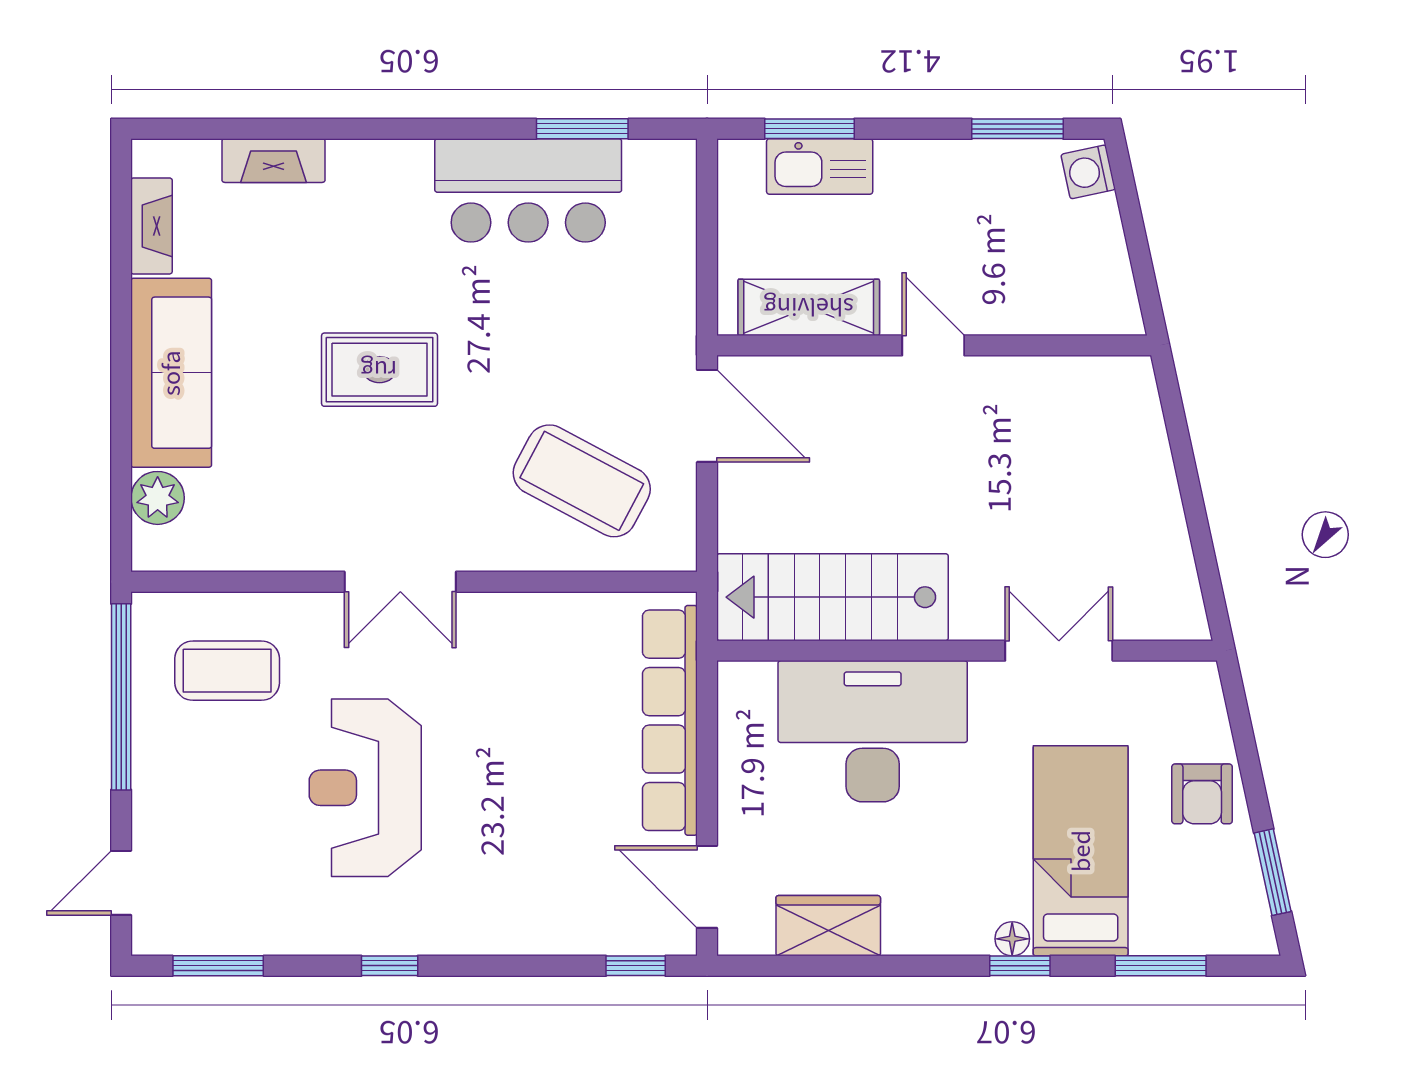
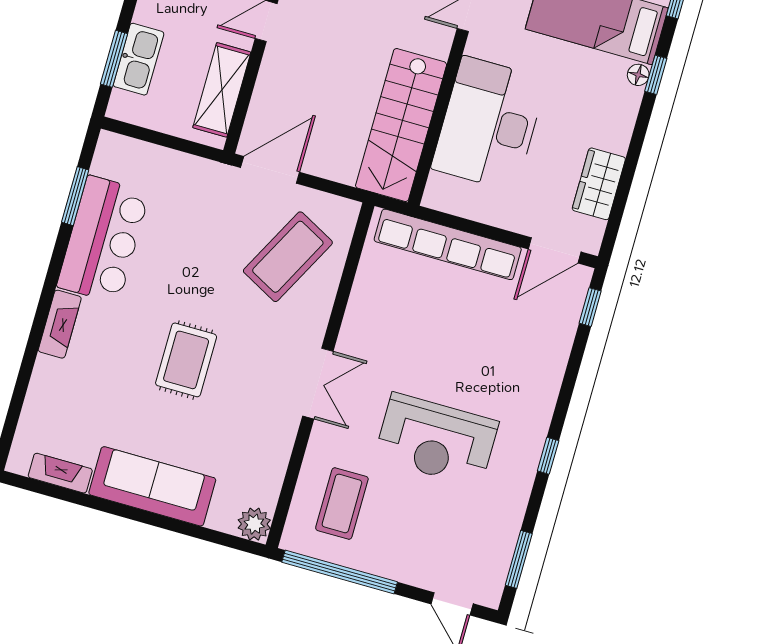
fireplace: (273, 161) -> (60, 324), moved
plant: (158, 498) -> (254, 524), moved

